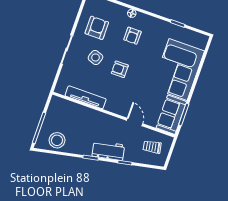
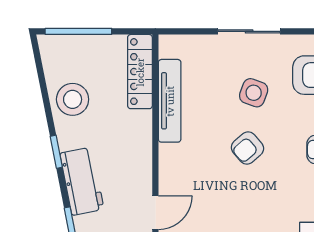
armchair: (120, 69) -> (247, 148), turned -131
locker: (67, 106) -> (140, 72), added
stool: (57, 140) -> (73, 99), moved

